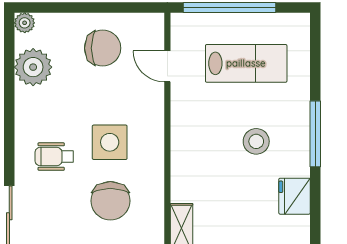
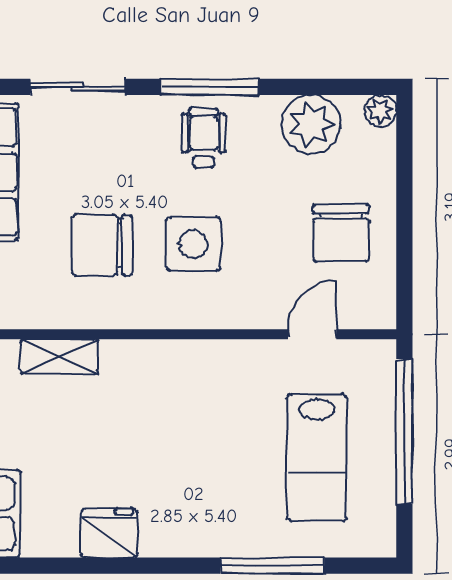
window: (9, 132) -> (210, 87), added
window: (315, 134) -> (272, 566), moved
stool: (256, 141) -> (195, 473), removed
wheelchair: (54, 157) -> (204, 138), moved

